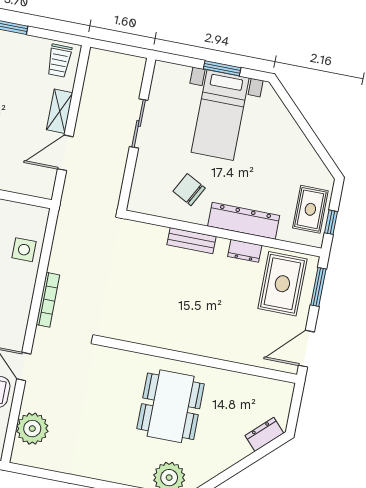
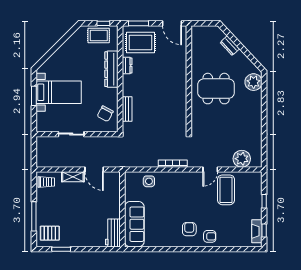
chair: (189, 190) -> (105, 114), moved
bench: (191, 241) -> (127, 109), moved
dresser: (264, 434) -> (230, 46), moved

